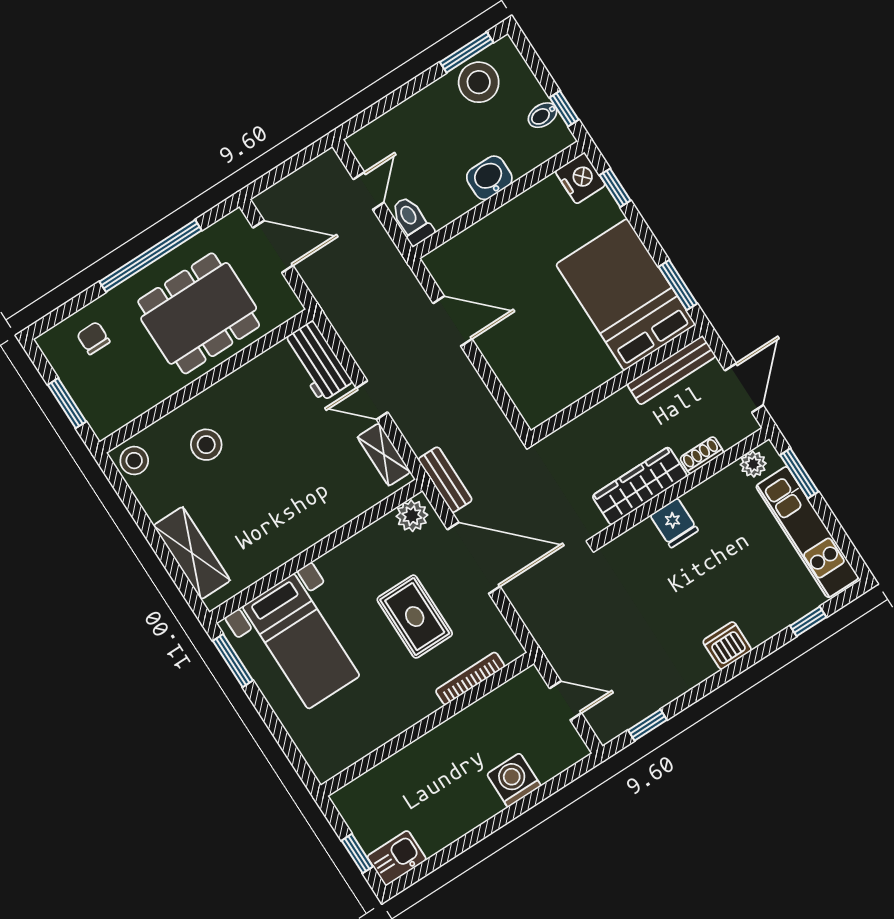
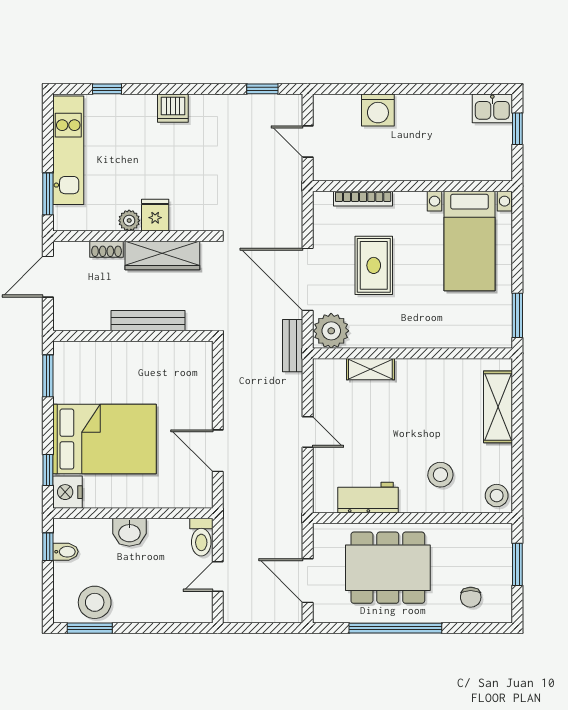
bed: (626, 295) -> (105, 439), moved, turned -90
workbench: (317, 361) -> (368, 498), moved, turned -90
bench: (671, 370) -> (148, 321), moved
shelving: (384, 455) -> (370, 369), moved, turned 90
plant: (753, 464) -> (129, 221), moved
plant: (412, 516) -> (331, 331), width x1.36, depth x1.36
bed with nightstands: (301, 641) -> (470, 241), moved, turned 180

